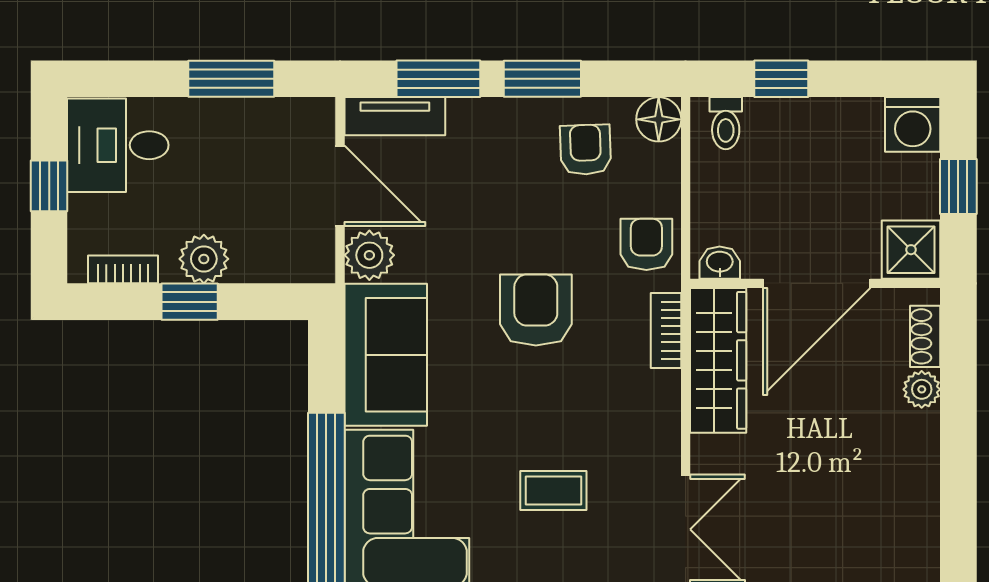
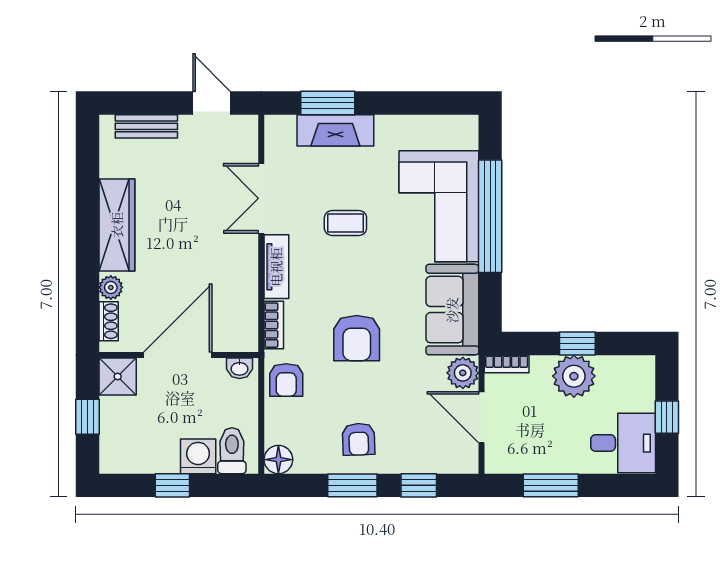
window: (438, 79) -> (419, 485), width x0.67
window: (781, 79) -> (172, 485), moved
tv unit: (395, 116) -> (276, 267), moved, turned 90
toilet: (726, 123) -> (232, 451), width x1.37, depth x1.39
washing machine: (913, 124) -> (198, 456), moved
armchair: (586, 150) -> (359, 439), moved
plant: (204, 259) -> (574, 376), width x1.36, depth x1.36
bookcase: (123, 269) -> (507, 364), moved
wardrobe: (718, 360) -> (117, 225), moved, turned 180

